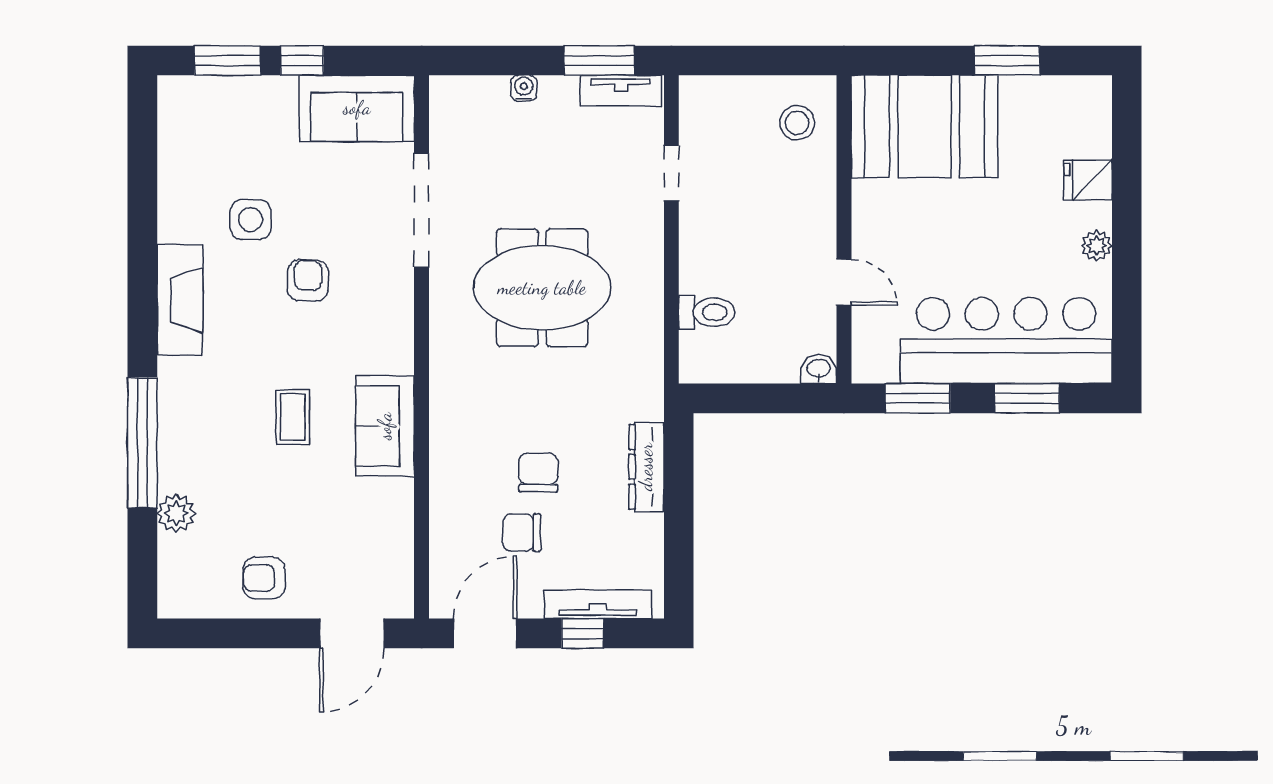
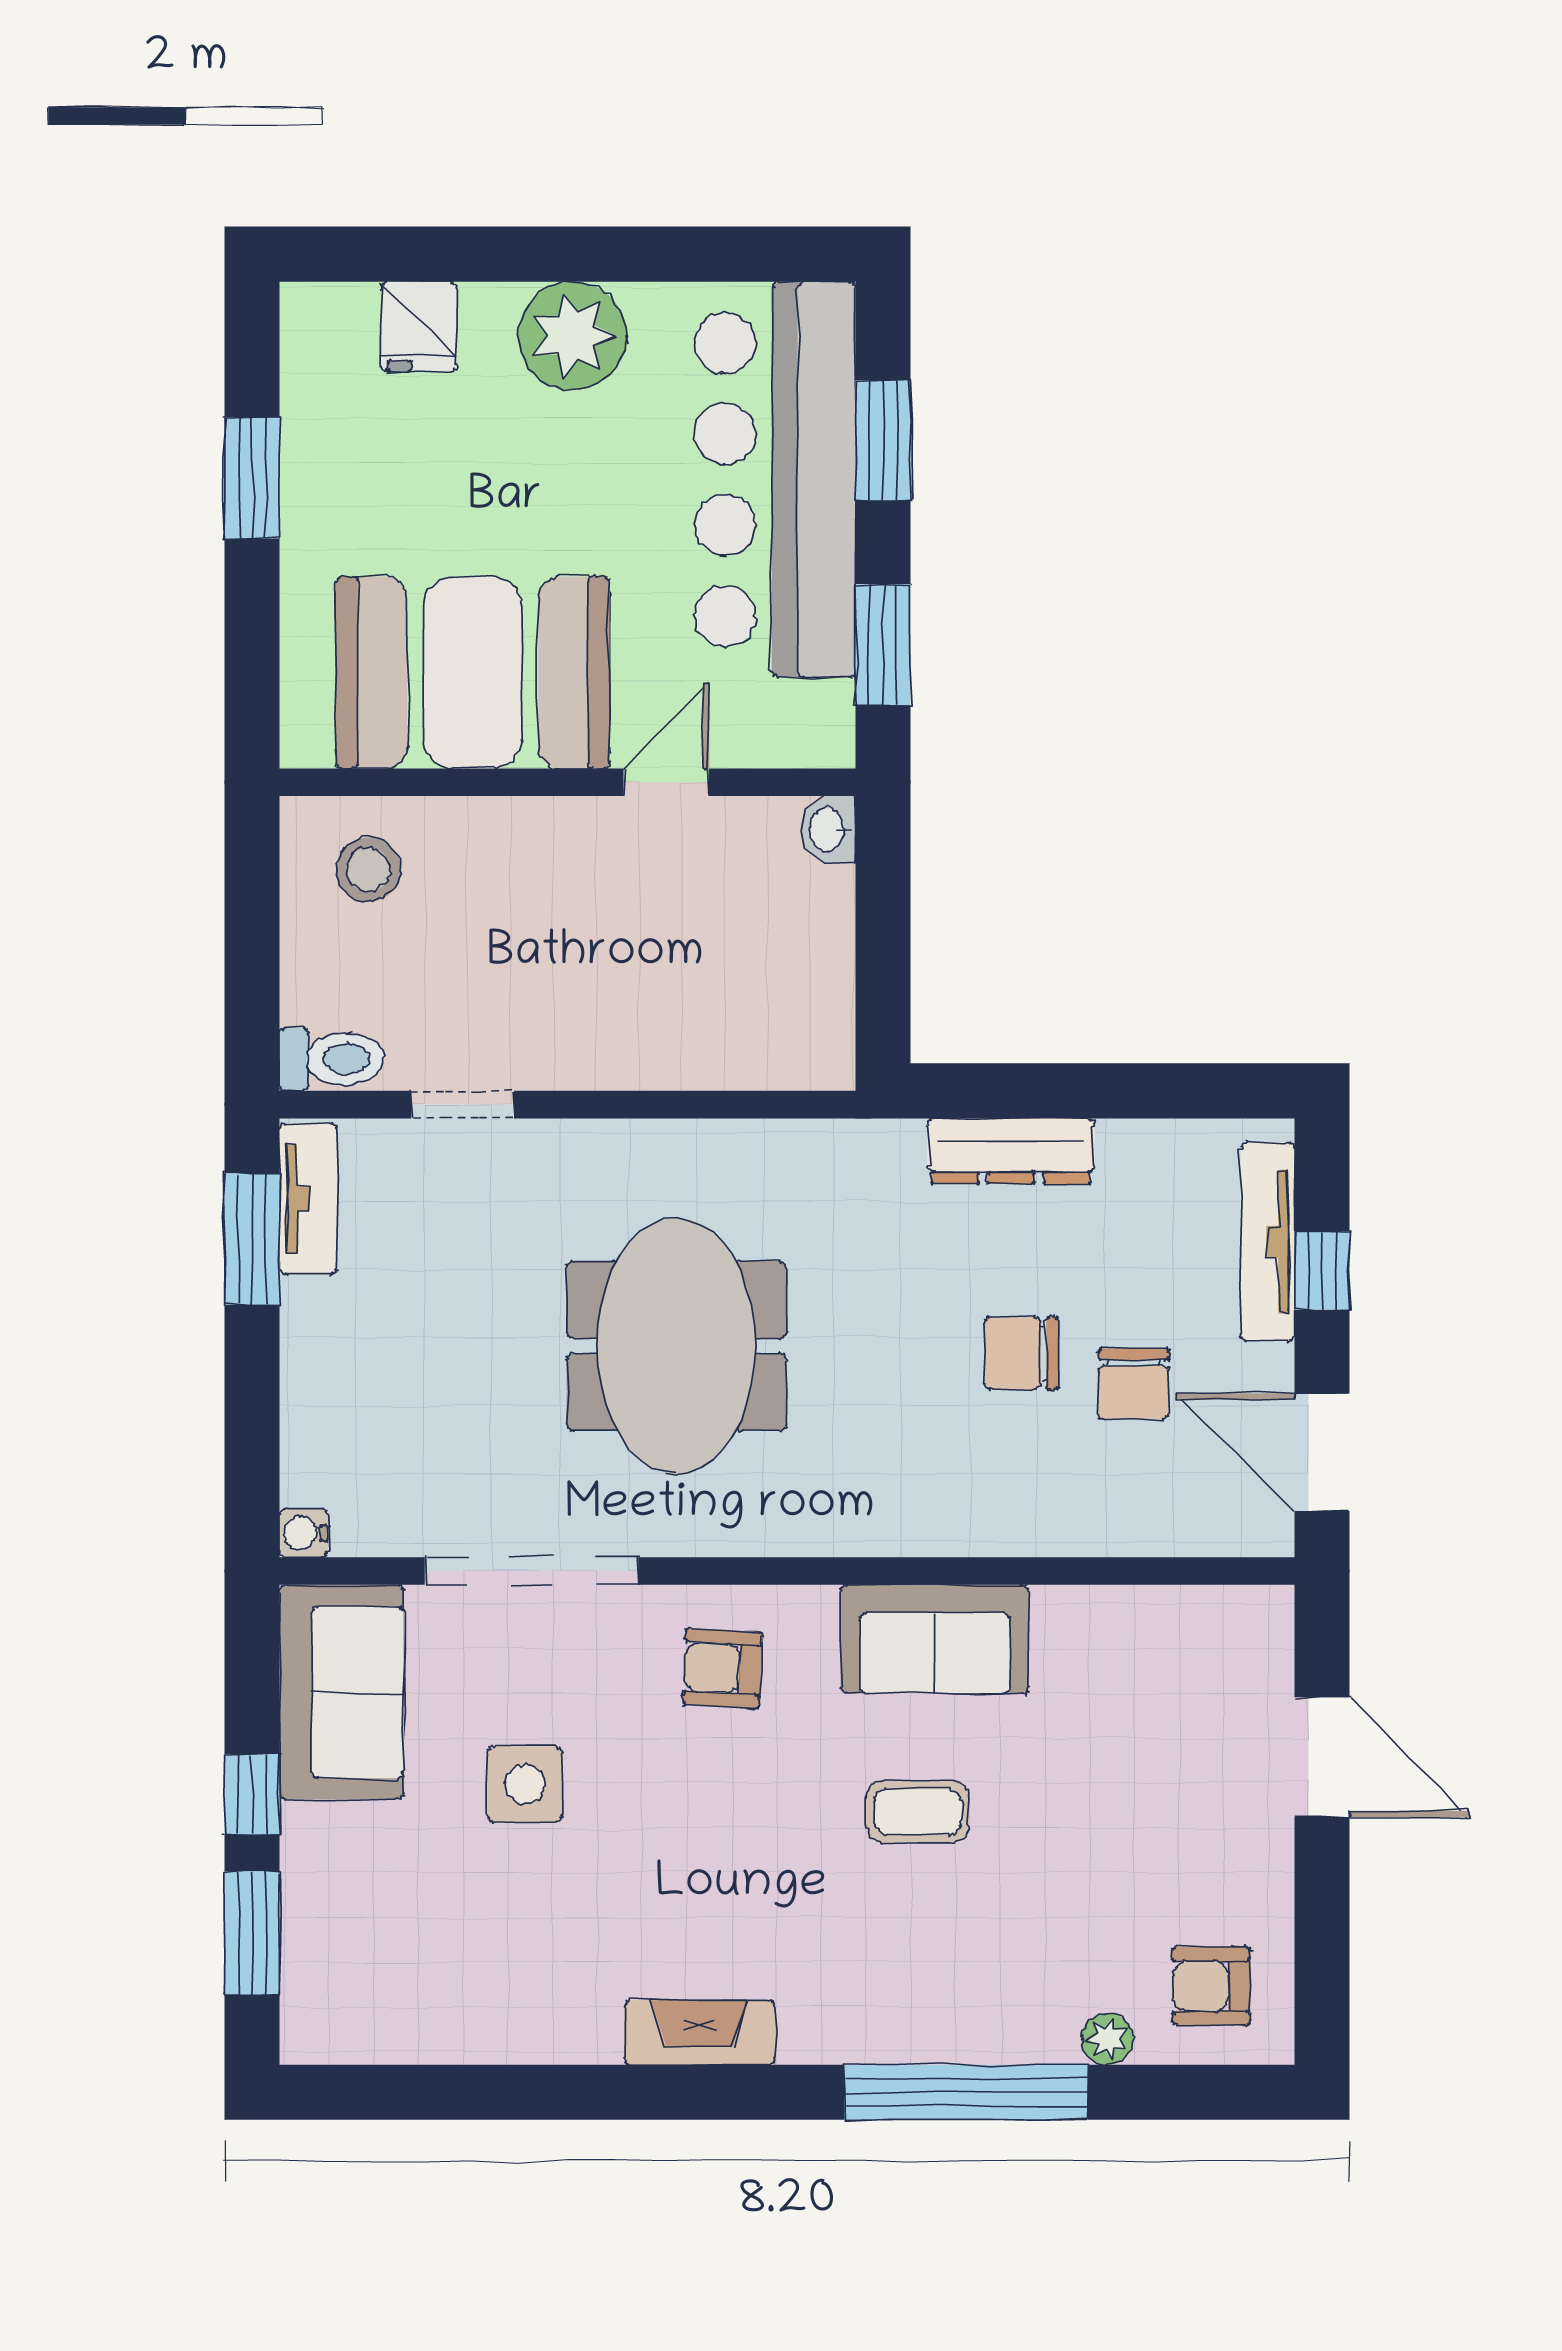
water cooler: (524, 88) -> (304, 1533), moved
booth: (925, 127) -> (473, 673), moved, turned 90
fridge: (1088, 180) -> (419, 327), moved
side table: (251, 220) -> (525, 1784), moved
plant: (1097, 246) -> (572, 336), width x1.87, depth x1.87
armchair: (308, 280) -> (722, 1668), moved
fireplace: (180, 300) -> (699, 2033), width x0.73, depth x0.76
toilet: (707, 312) -> (332, 1059), moved, turned 90
plant: (176, 513) -> (1107, 2039), width x0.73, depth x0.73
armchair: (264, 578) -> (1211, 1986), moved, turned 90
door: (352, 633) -> (1322, 1757), moved

